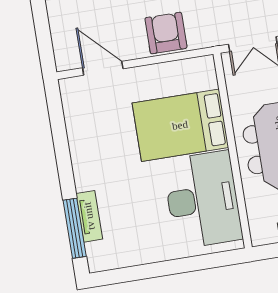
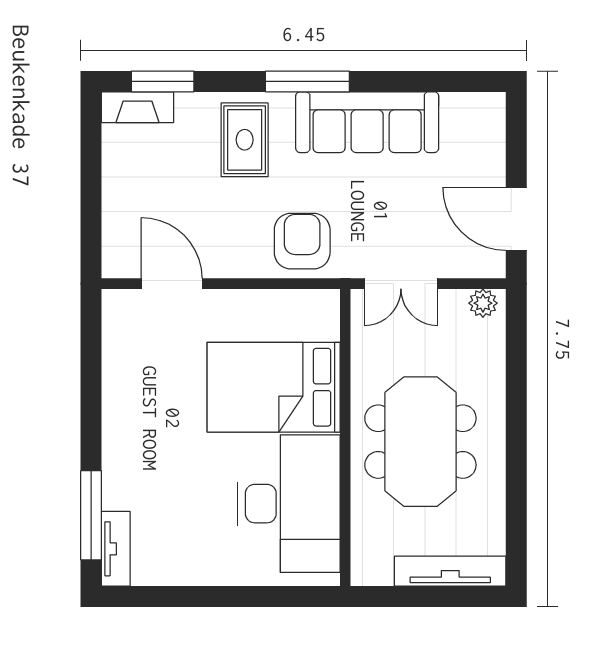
armchair: (166, 33) -> (302, 241), moved
tv unit: (89, 216) -> (116, 549), moved

